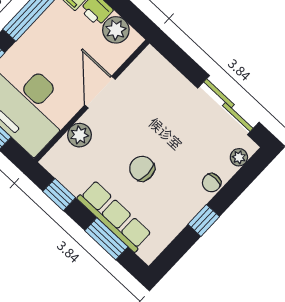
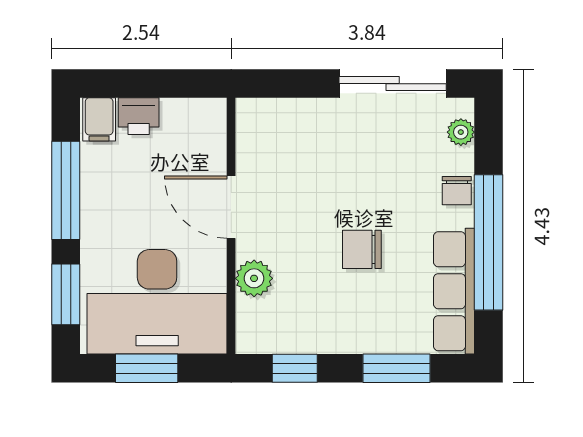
plant: (116, 30) -> (182, 118), removed
row of seats: (114, 216) -> (454, 291), moved, turned -90
window: (204, 220) -> (488, 242), width x3.17

